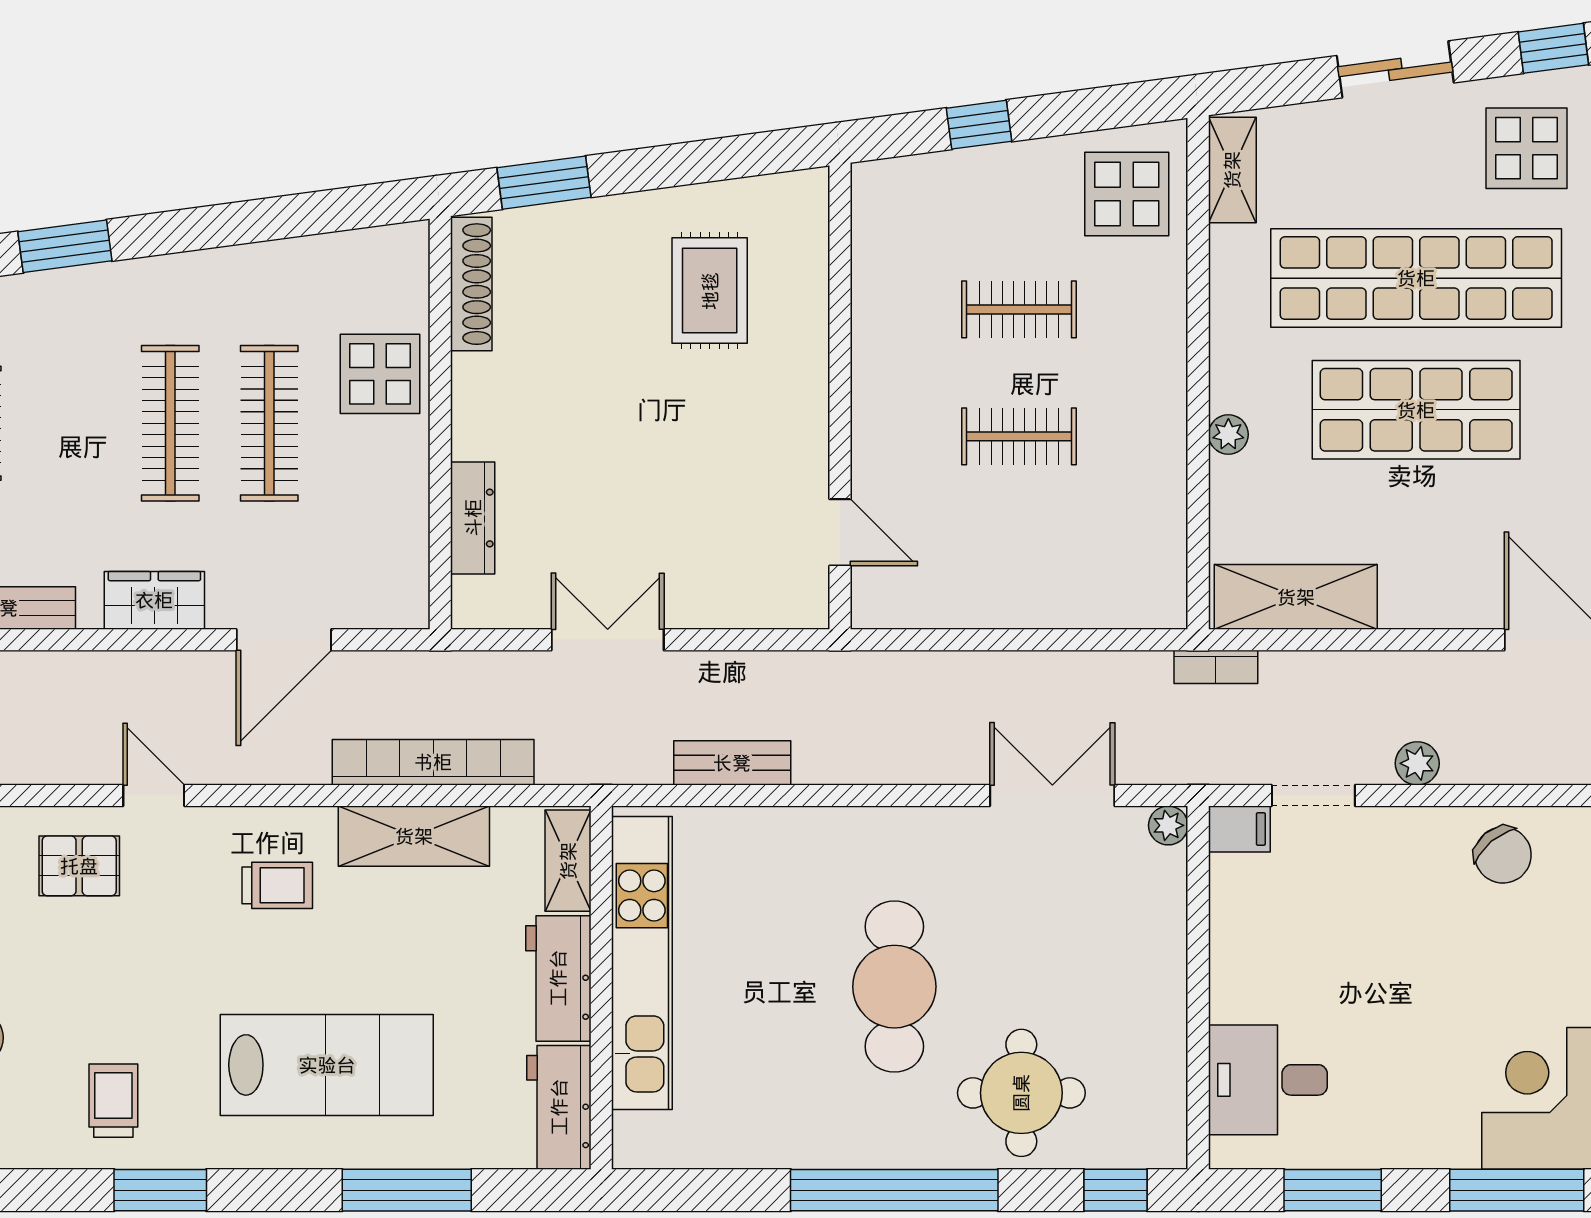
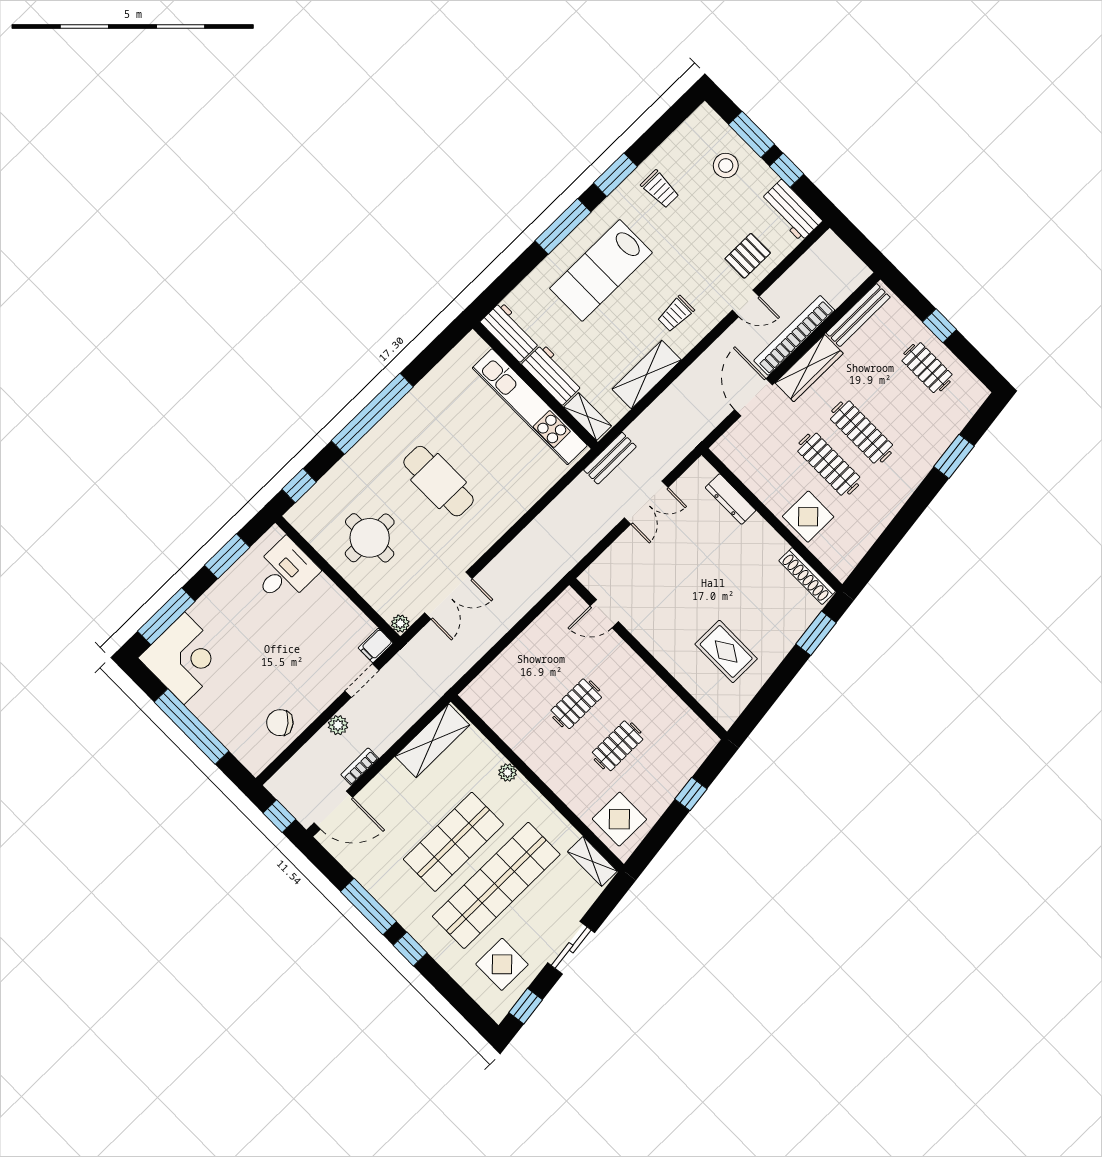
wardrobe: (154, 600) -> (809, 368), width x1.50
bookcase: (1216, 667) -> (360, 767), moved
bookcase: (433, 762) -> (794, 335), moved, turned 180
bench: (732, 763) -> (610, 458), moved
round table: (1021, 1093) -> (370, 538), moved
window: (407, 1190) -> (563, 226), moved

